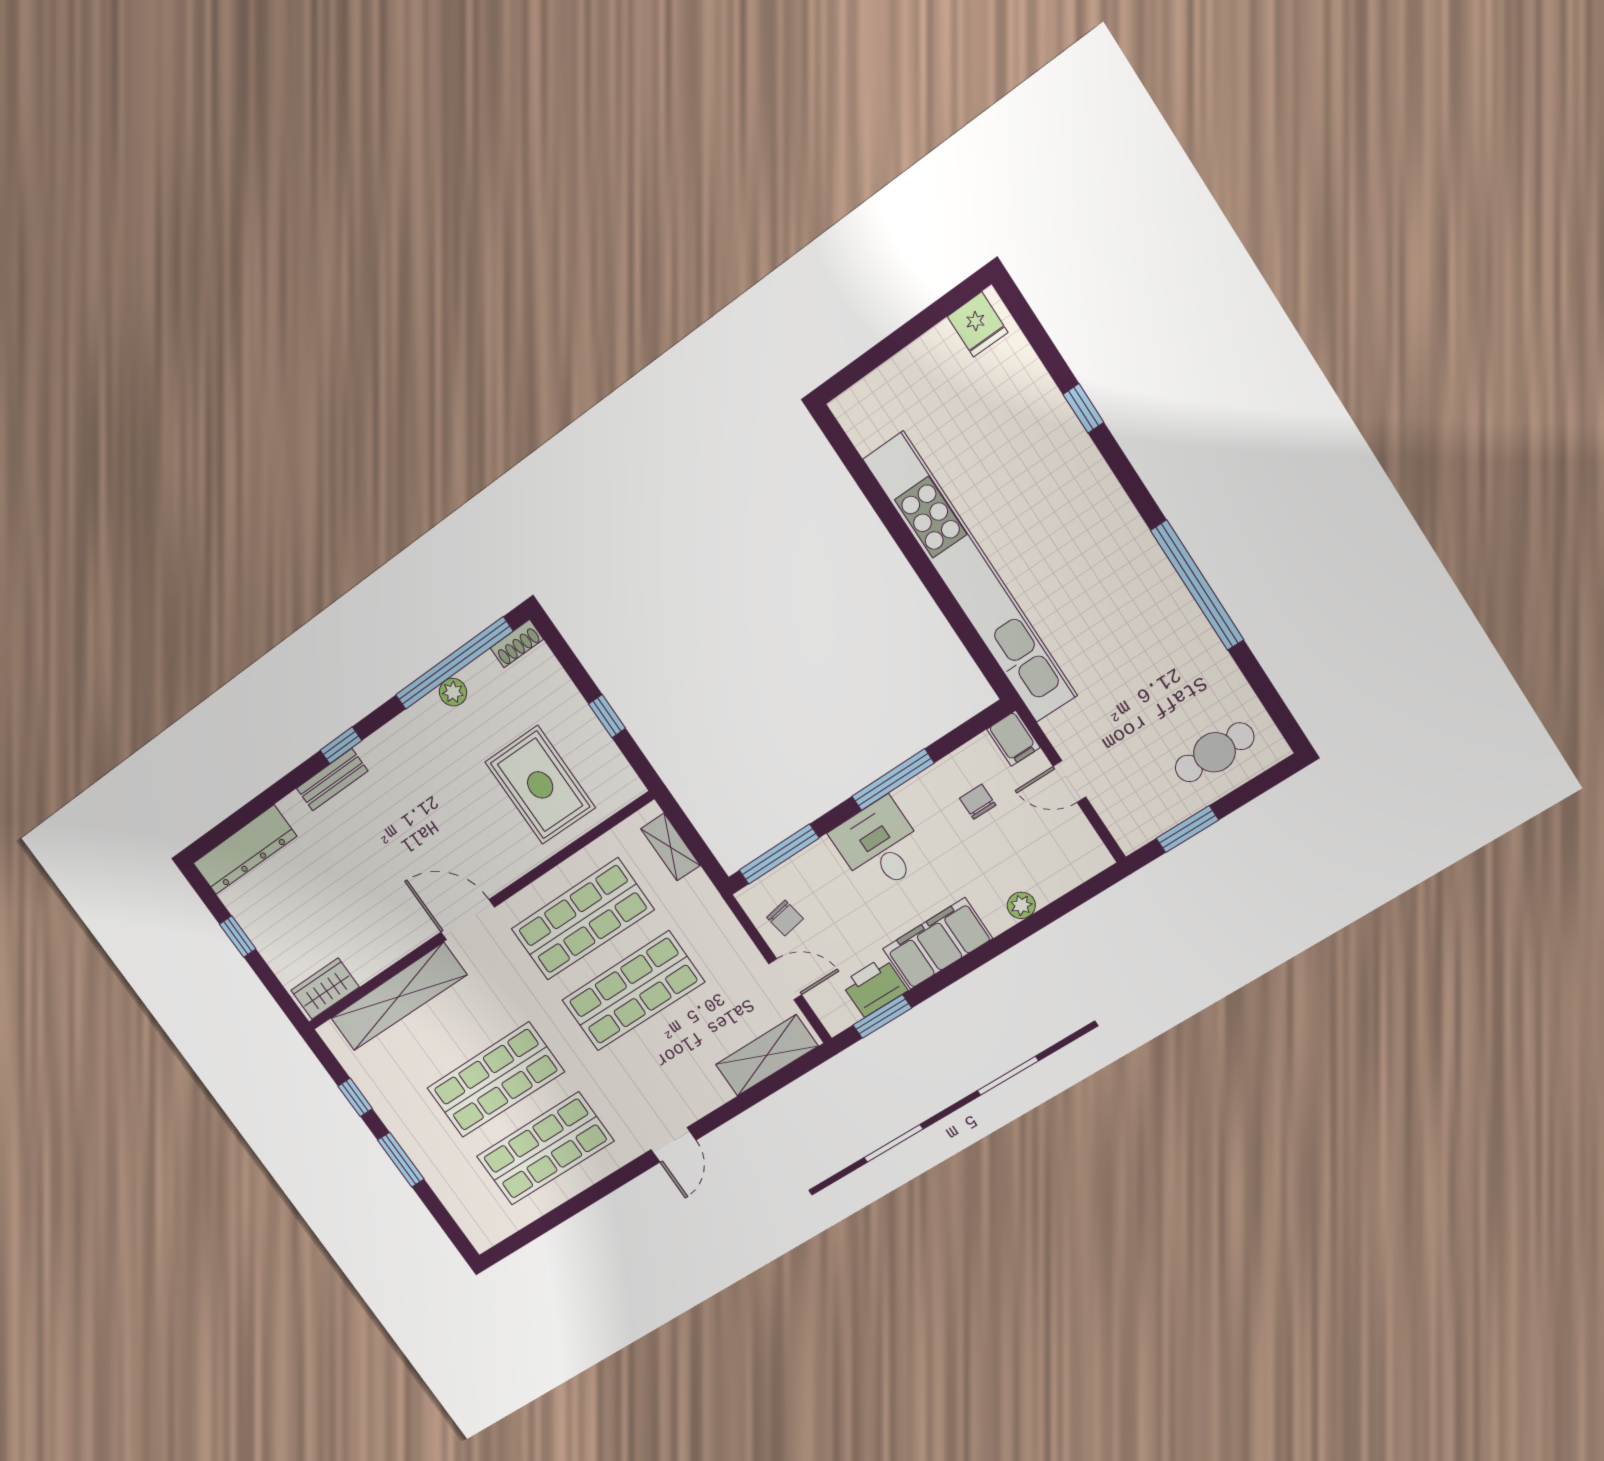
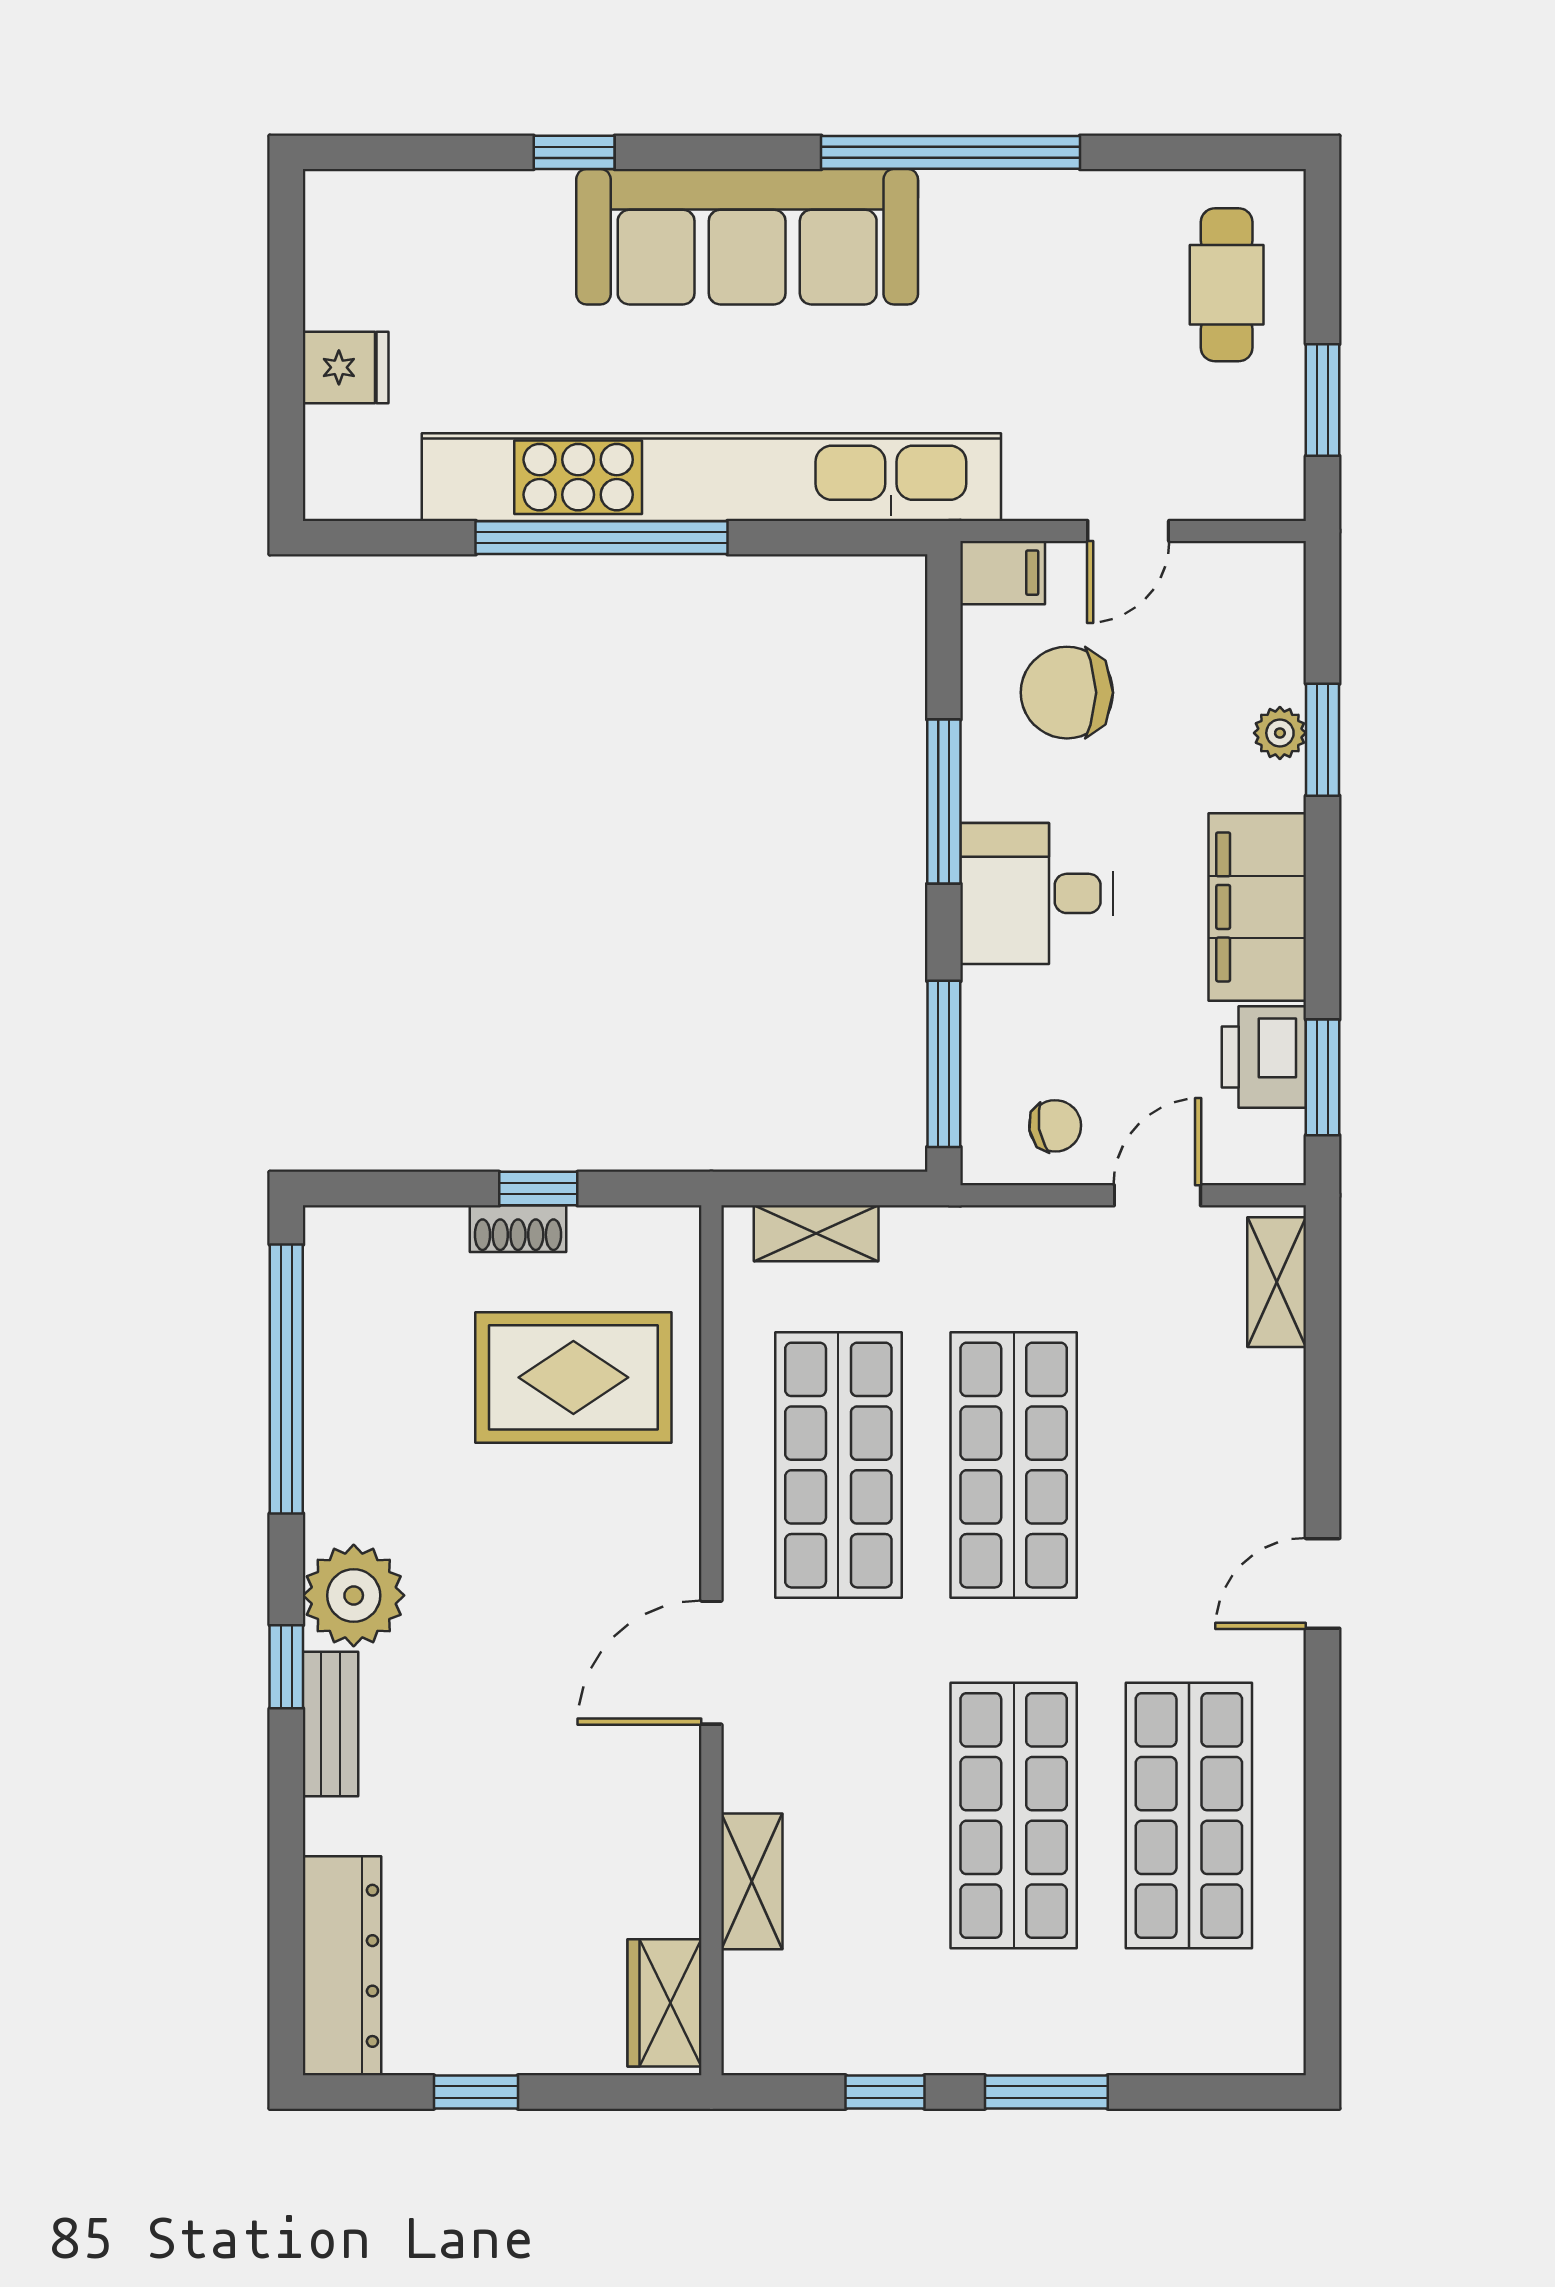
fridge: (978, 324) -> (346, 367), moved
sofa: (1095, 518) -> (747, 237), added
window: (910, 547) -> (602, 538), added
shoe rack: (517, 644) -> (518, 1229), moved, turned 90
plant: (453, 692) -> (354, 1595), moved, width x1.87, depth x1.87
chair: (978, 802) -> (1067, 693), width x1.87, depth x1.87
window: (1031, 925) -> (1323, 740), added
shelving: (399, 997) -> (752, 1881), width x0.45, depth x0.75
shelving: (767, 1055) -> (1277, 1282), width x0.67, depth x0.75
door: (673, 1145) -> (1323, 1583), swing flipped

